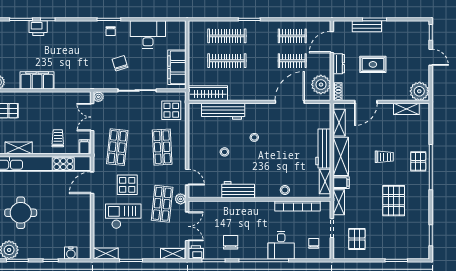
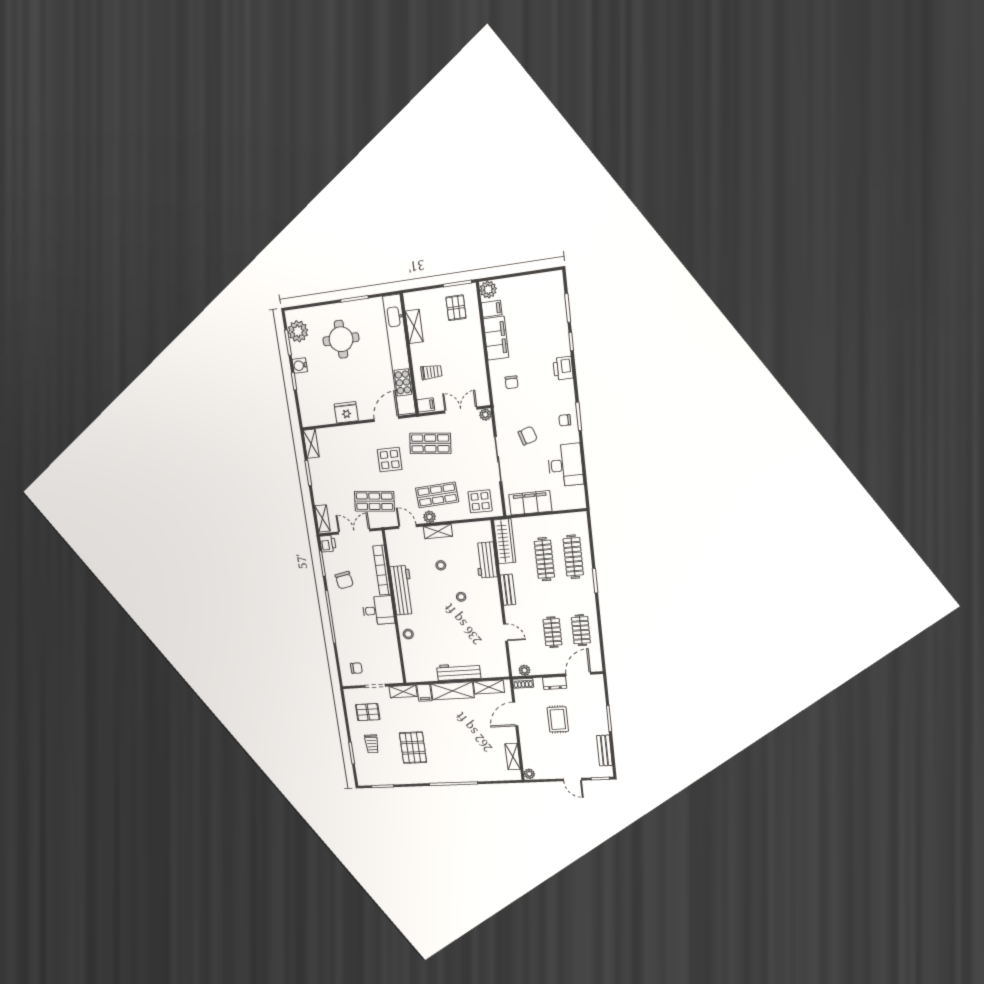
bench: (367, 26) -> (604, 751), moved
printer: (38, 28) -> (563, 368), moved
door: (332, 42) -> (578, 674), hinge flipped
door: (431, 57) -> (572, 780), hinge flipped
chair: (74, 72) -> (512, 382), added
filing cabinet: (13, 81) -> (492, 309), added
plant: (321, 85) -> (524, 670), width x0.53, depth x0.53
plant: (419, 91) -> (529, 774), width x0.53, depth x0.53
bench: (251, 95) -> (508, 590), added
door: (290, 102) -> (505, 633), width x0.53
door: (366, 102) -> (515, 714), hinge flipped
workbench: (223, 111) -> (486, 560), width x0.73
trolley: (384, 157) -> (372, 744), moved
pallet: (418, 161) -> (458, 771), removed
door: (187, 177) -> (407, 526), swing flipped
shelving: (325, 181) -> (438, 531), moved
door: (92, 183) -> (386, 419), hinge flipped
workbench: (238, 190) -> (402, 590), width x1.38
plant: (181, 199) -> (429, 517), moved
pallet: (394, 201) -> (413, 748), turned 90
bookcase: (298, 206) -> (382, 570), moved
checkout: (123, 216) -> (354, 459), removed
fridge: (82, 218) -> (346, 412), added
double door: (187, 226) -> (354, 532), swing flipped
chair: (231, 242) -> (344, 580), turned 80
desk: (281, 245) -> (378, 610), moved, turned 180
water cooler: (71, 253) -> (300, 366), moved

